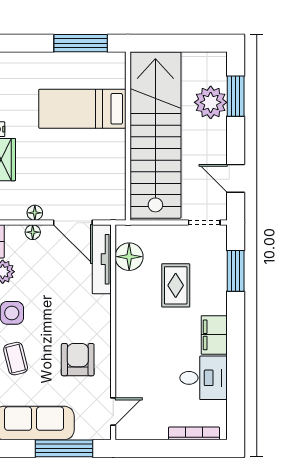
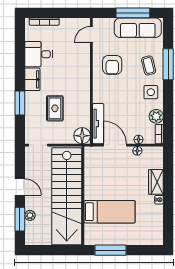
plant: (211, 102) -> (30, 215), width x0.53, depth x0.53
door: (236, 178) -> (20, 187), moved
floor lamp: (129, 257) -> (82, 136), moved
window: (236, 271) -> (20, 103), moved
window: (64, 448) -> (133, 13), moved

